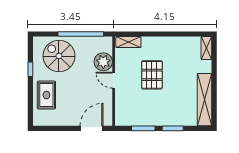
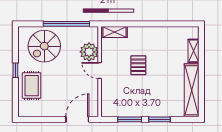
shelving: (206, 48) -> (194, 51), moved
spiral stairs: (59, 56) -> (44, 46), turned -90
window: (30, 69) -> (15, 70), moved
pallet: (152, 75) -> (138, 65), width x0.67, depth x0.71

